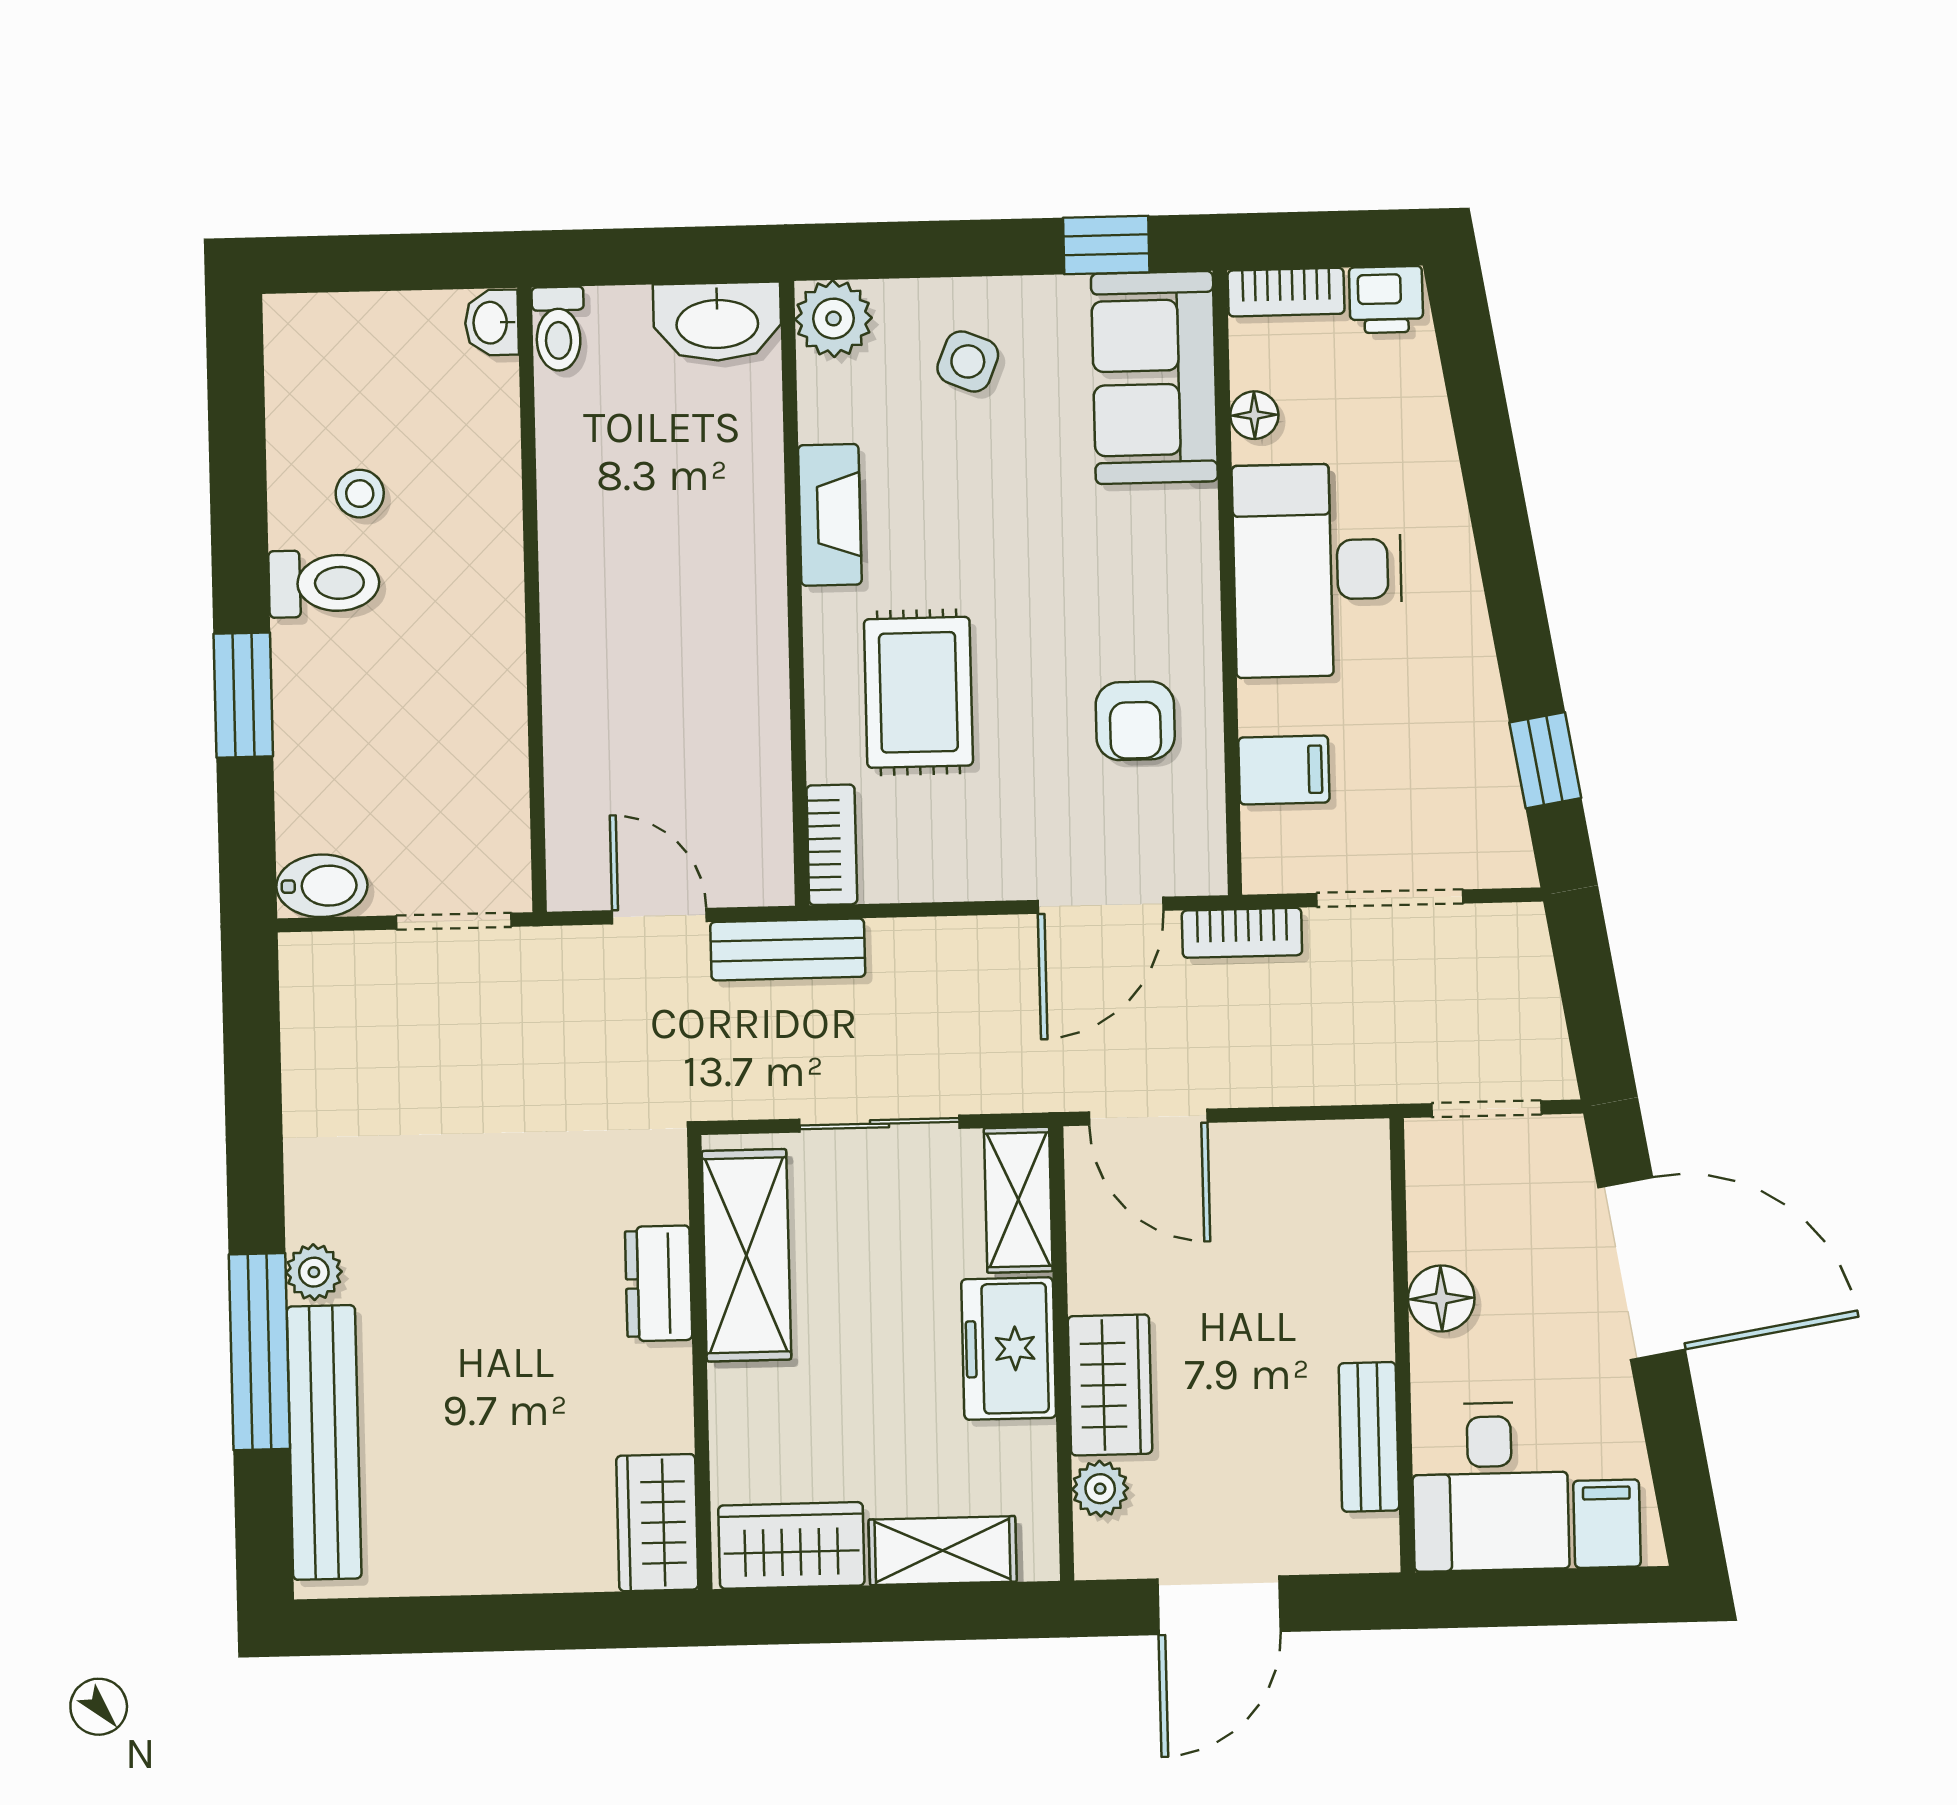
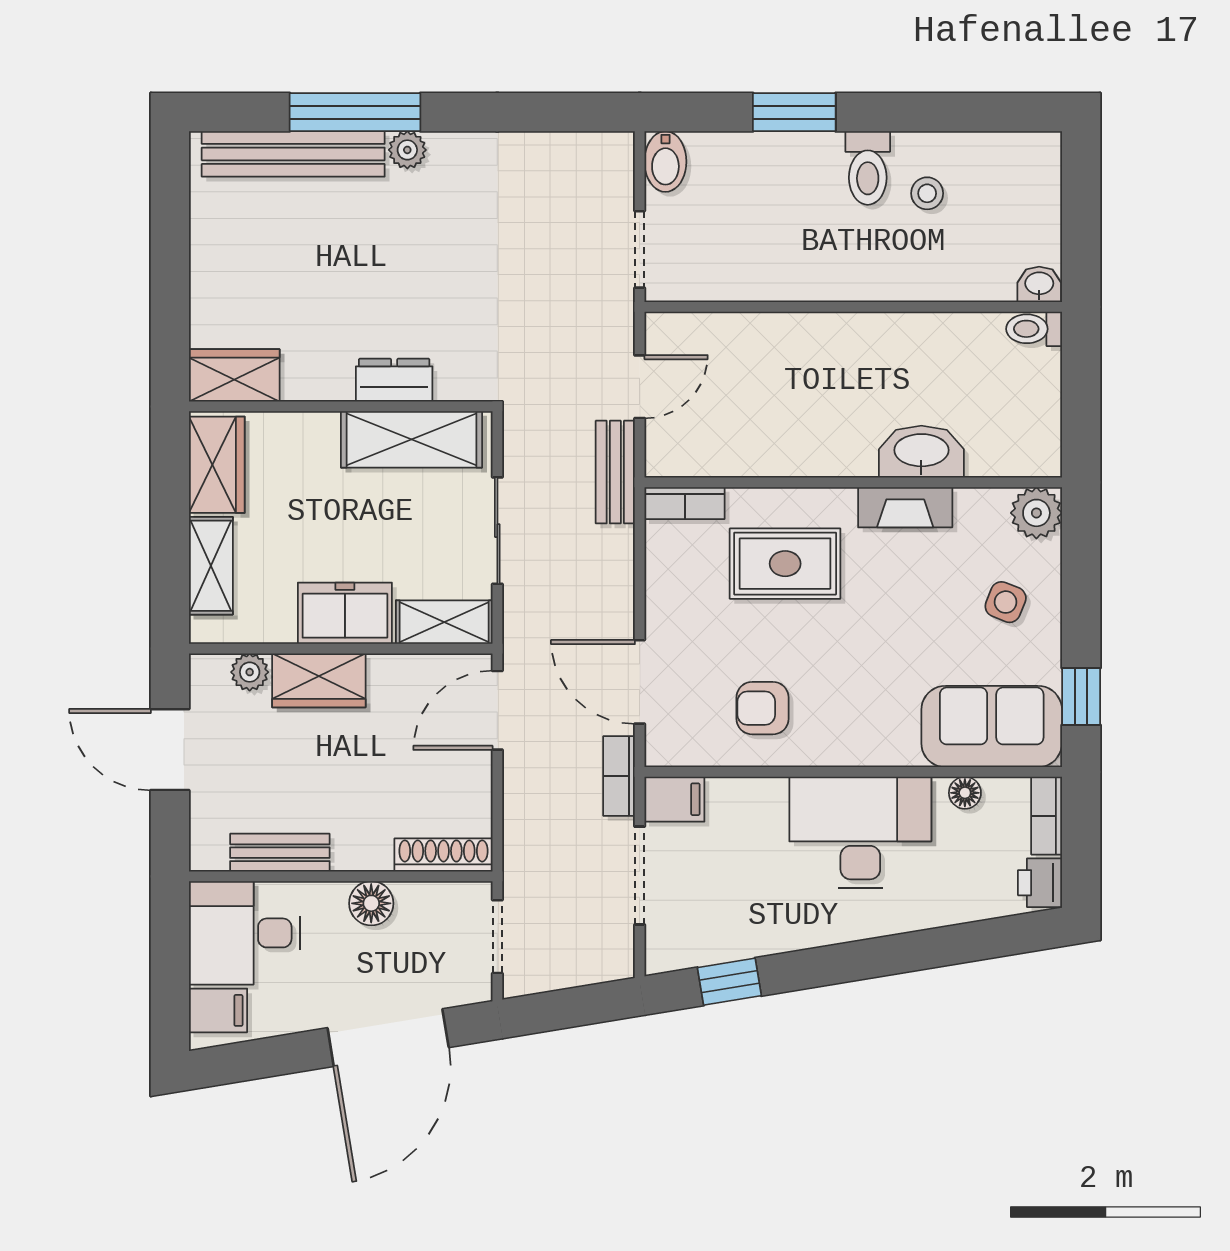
washbasin: (717, 322) -> (921, 452), moved, turned 90
filing cabinet: (1284, 770) -> (674, 799), moved, turned -90
shoe rack: (1366, 1192) -> (444, 855), added

